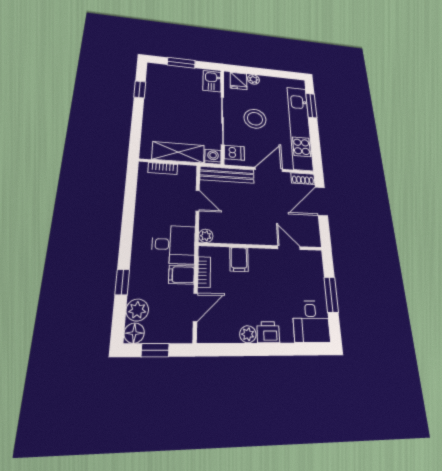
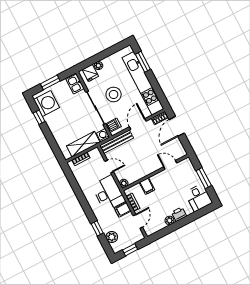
washing machine: (161, 81) -> (47, 103), added
desk: (174, 244) -> (108, 193), width x1.37
floor lamp: (134, 333) -> (117, 248), removed

